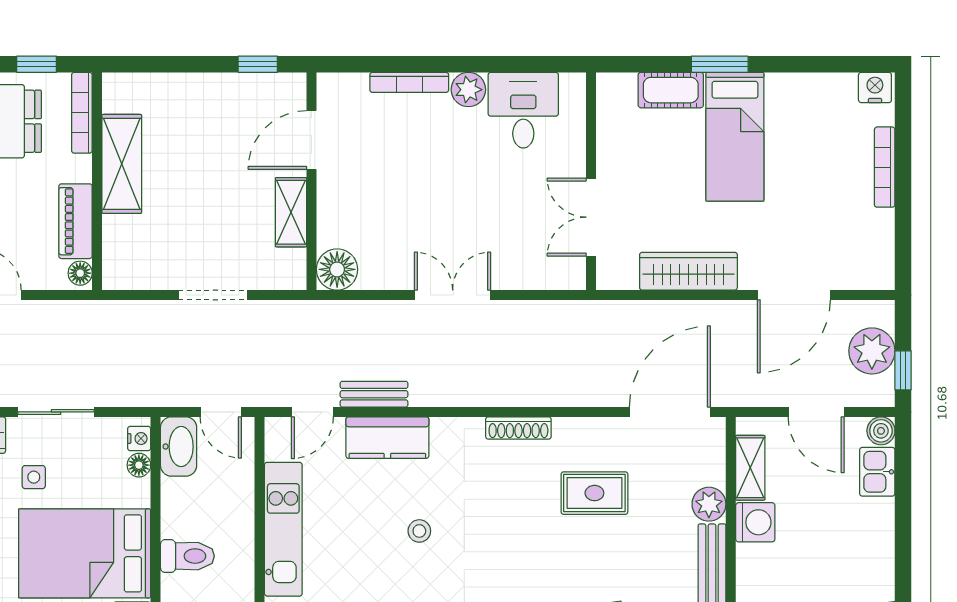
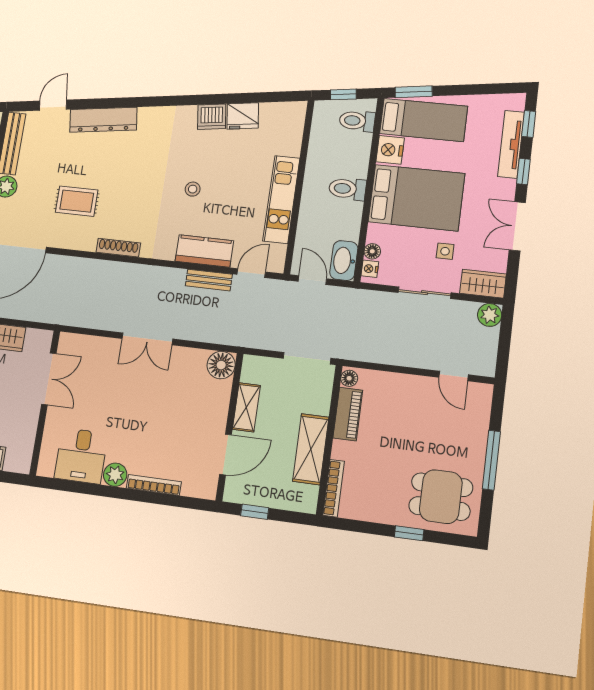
bookcase: (82, 113) -> (334, 488), moved
shelving: (122, 164) -> (311, 449), moved
wall: (97, 181) -> (329, 439), moved
piano: (75, 221) -> (348, 414), moved
floor lamp: (80, 273) -> (349, 378), moved

